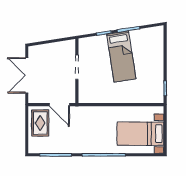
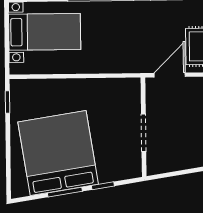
bed: (121, 56) -> (58, 153), width x2.04
door: (59, 105) -> (170, 75), hinge flipped

